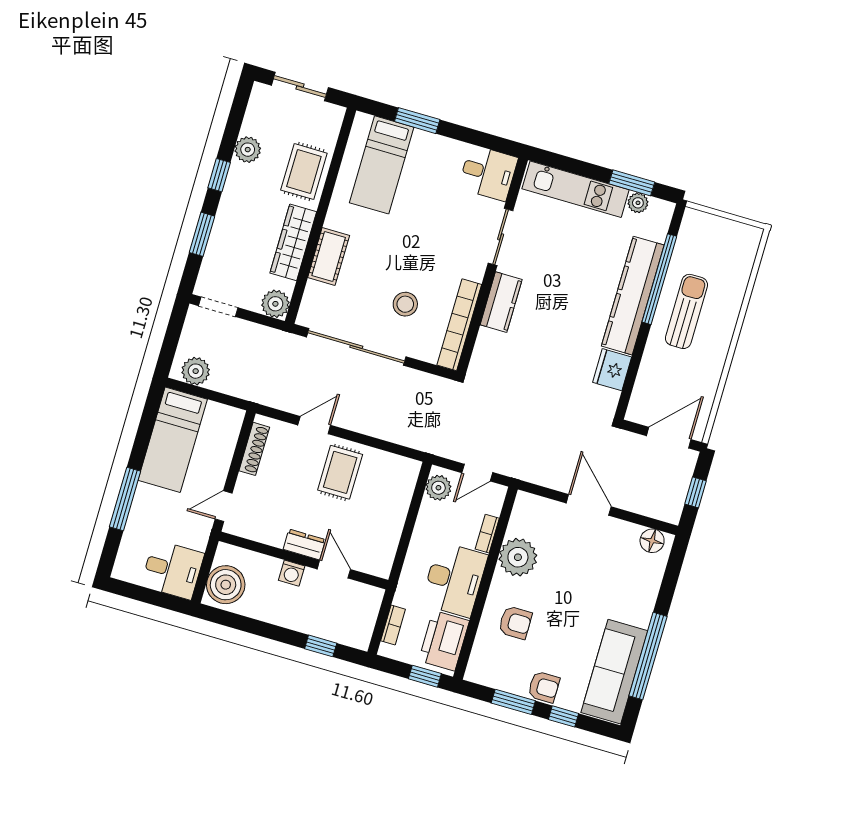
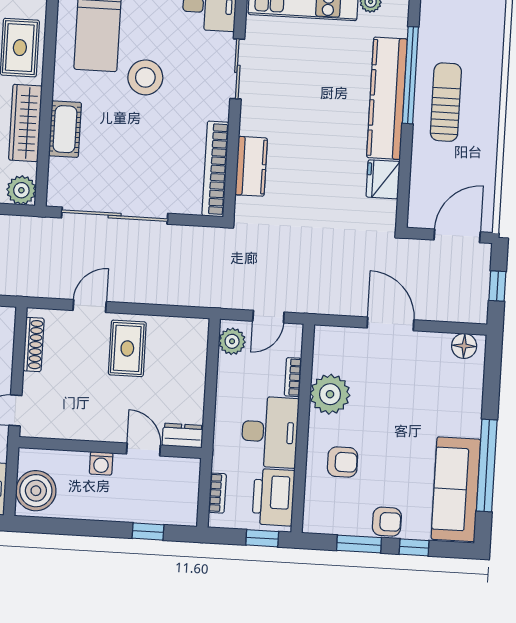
kitchen counter: (501, 302) -> (251, 166), moved
stool: (405, 304) -> (145, 77), moved, width x1.38, depth x1.38
dresser: (304, 544) -> (183, 435), moved

